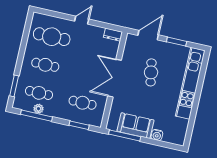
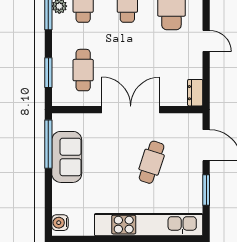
cafe table: (151, 72) -> (152, 162), turned -62
water cooler: (157, 135) -> (60, 223), moved

